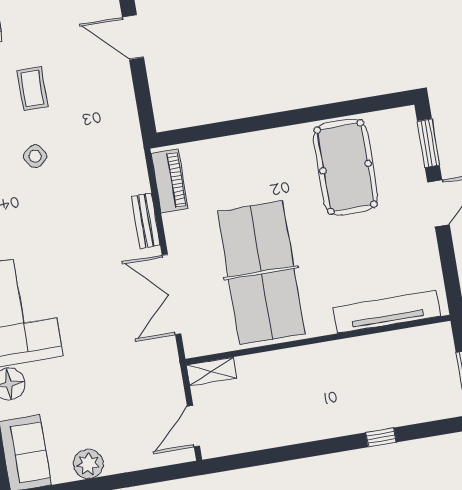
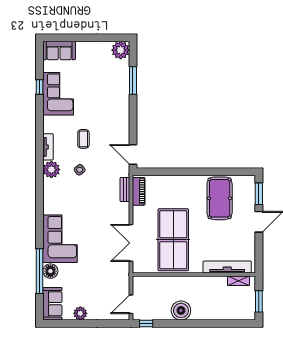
door: (133, 37) -> (133, 155), moved
bench: (146, 221) -> (125, 190), moved
shelving: (211, 372) -> (238, 281), moved
boiler: (303, 422) -> (181, 310), added
window: (381, 437) -> (146, 324), moved

